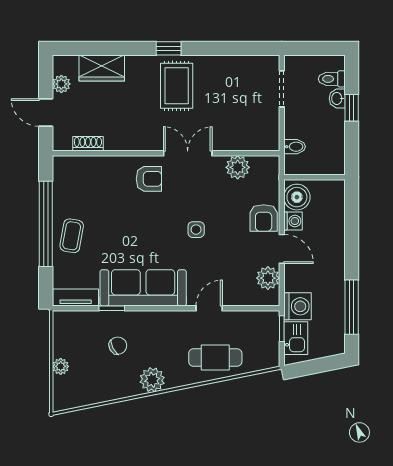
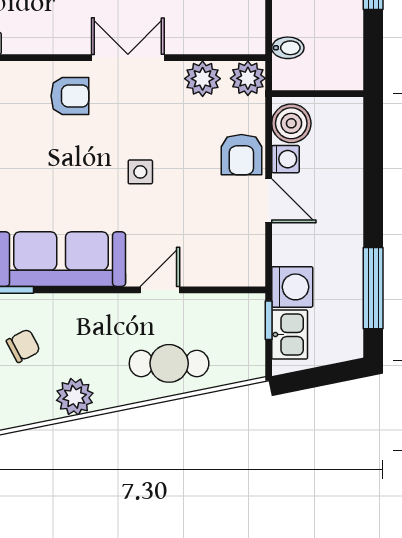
plant: (268, 278) -> (248, 78), moved

